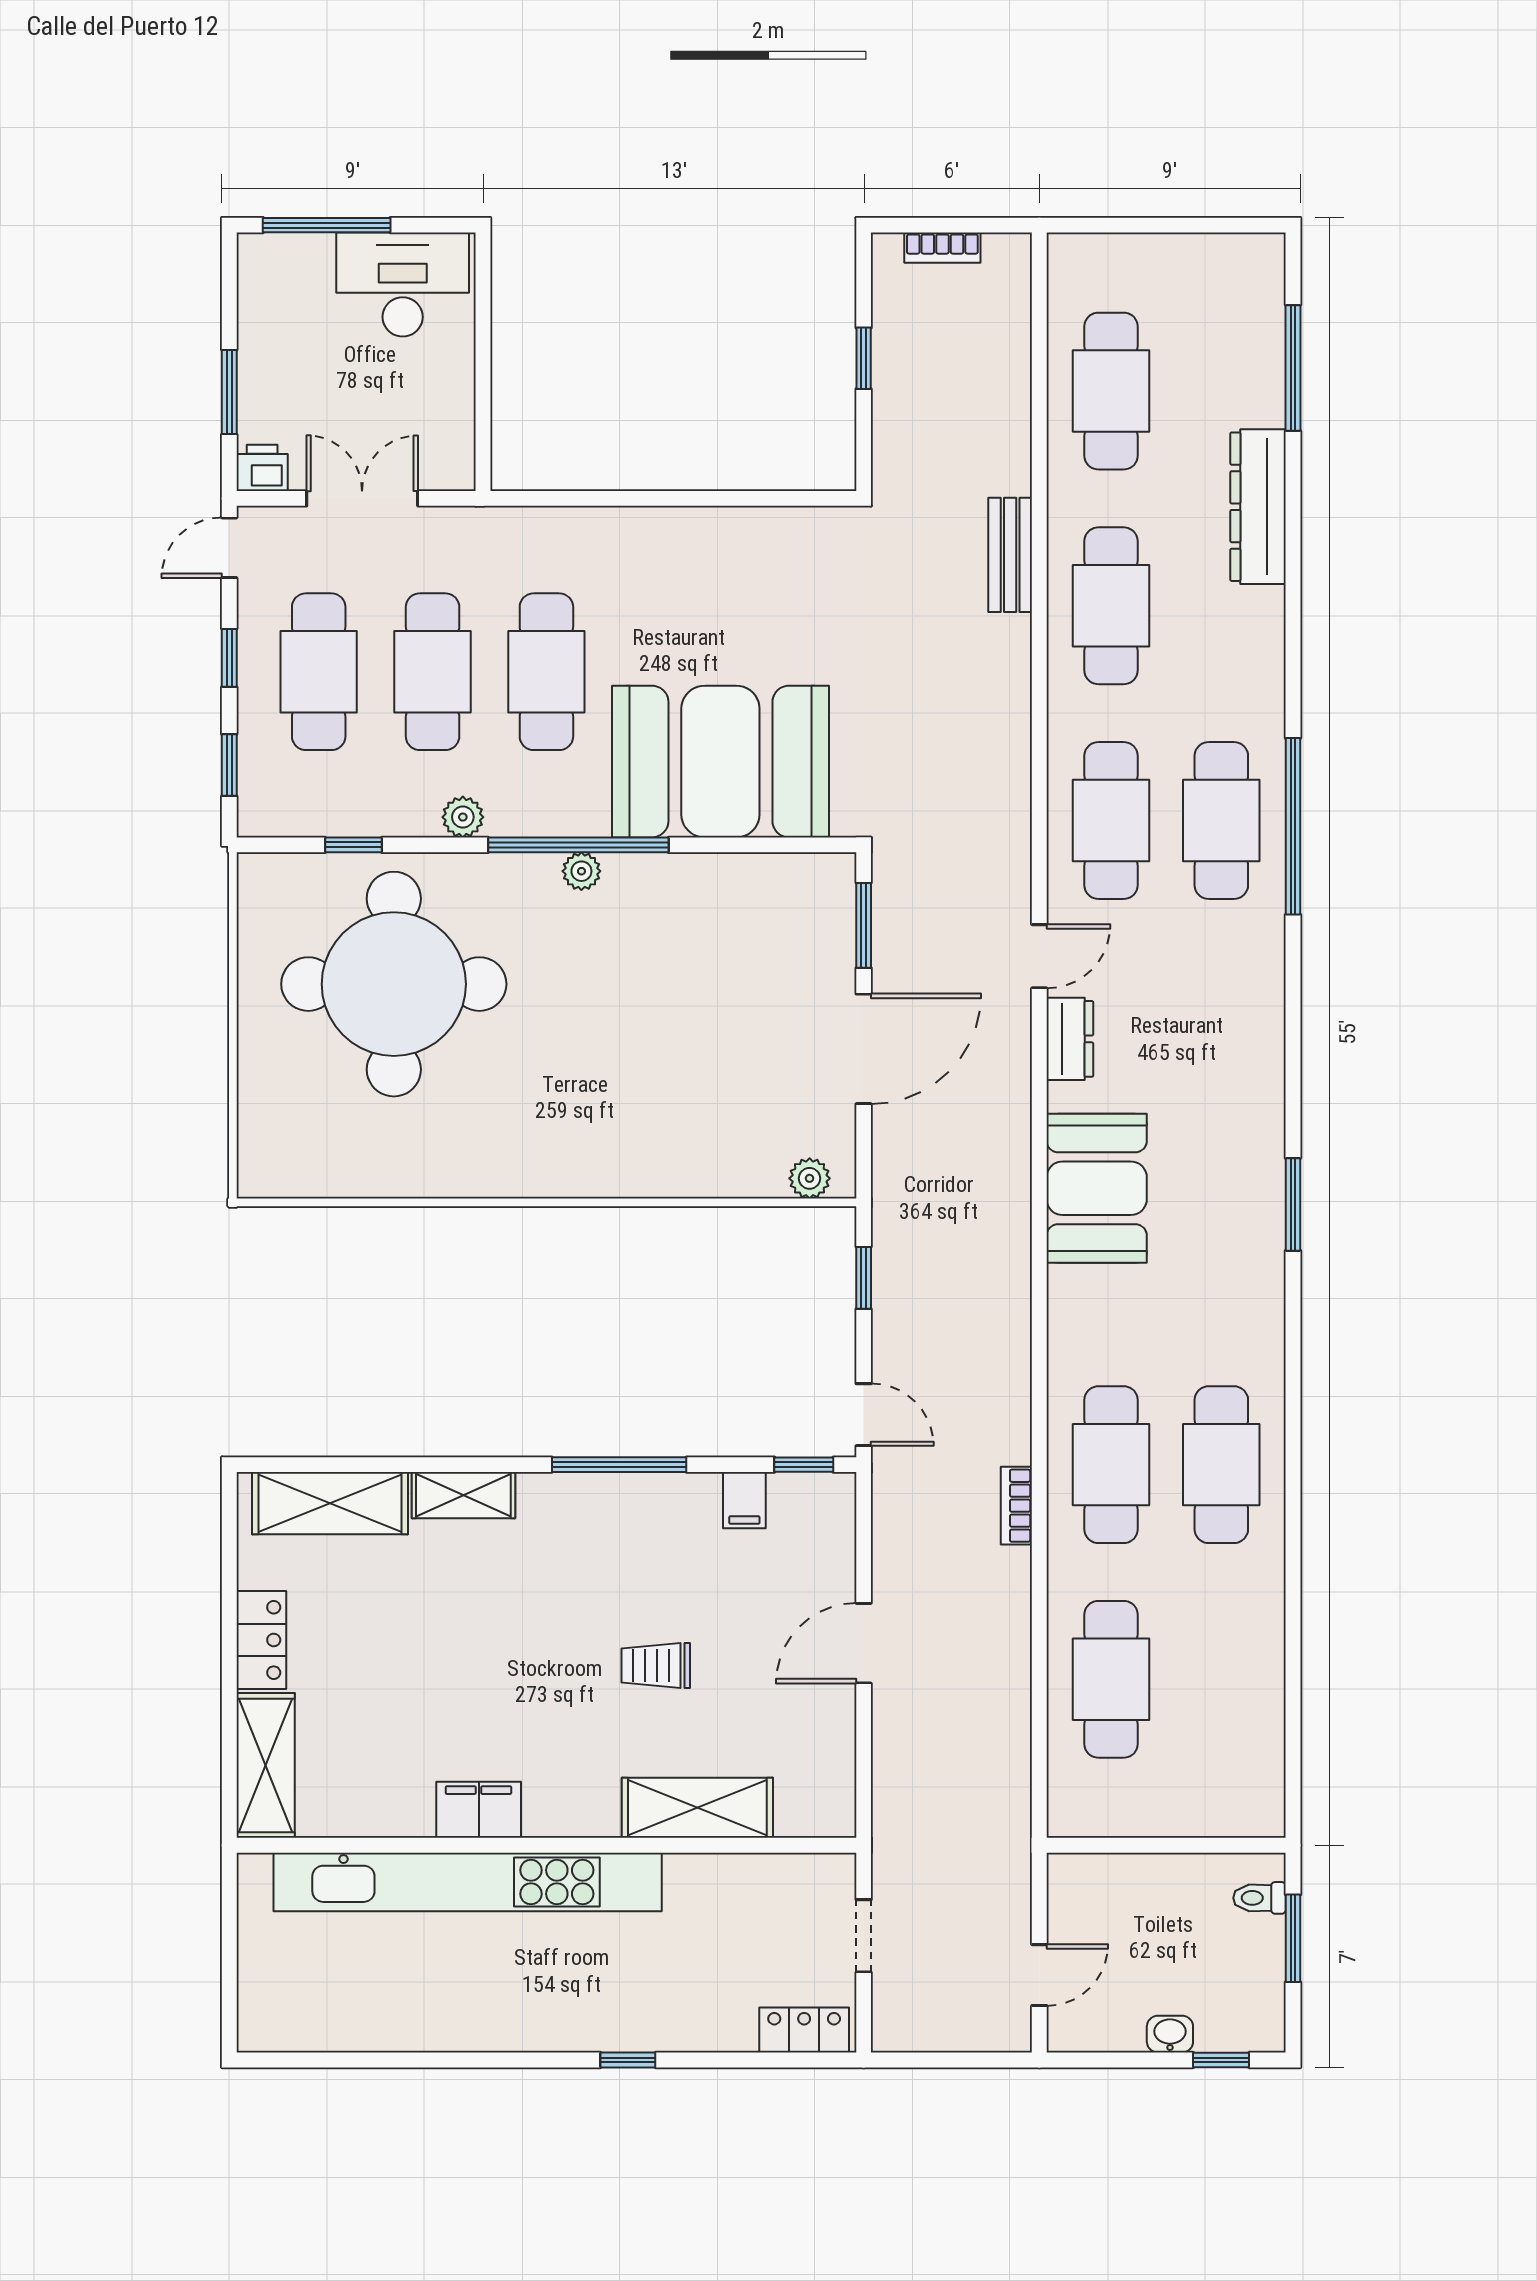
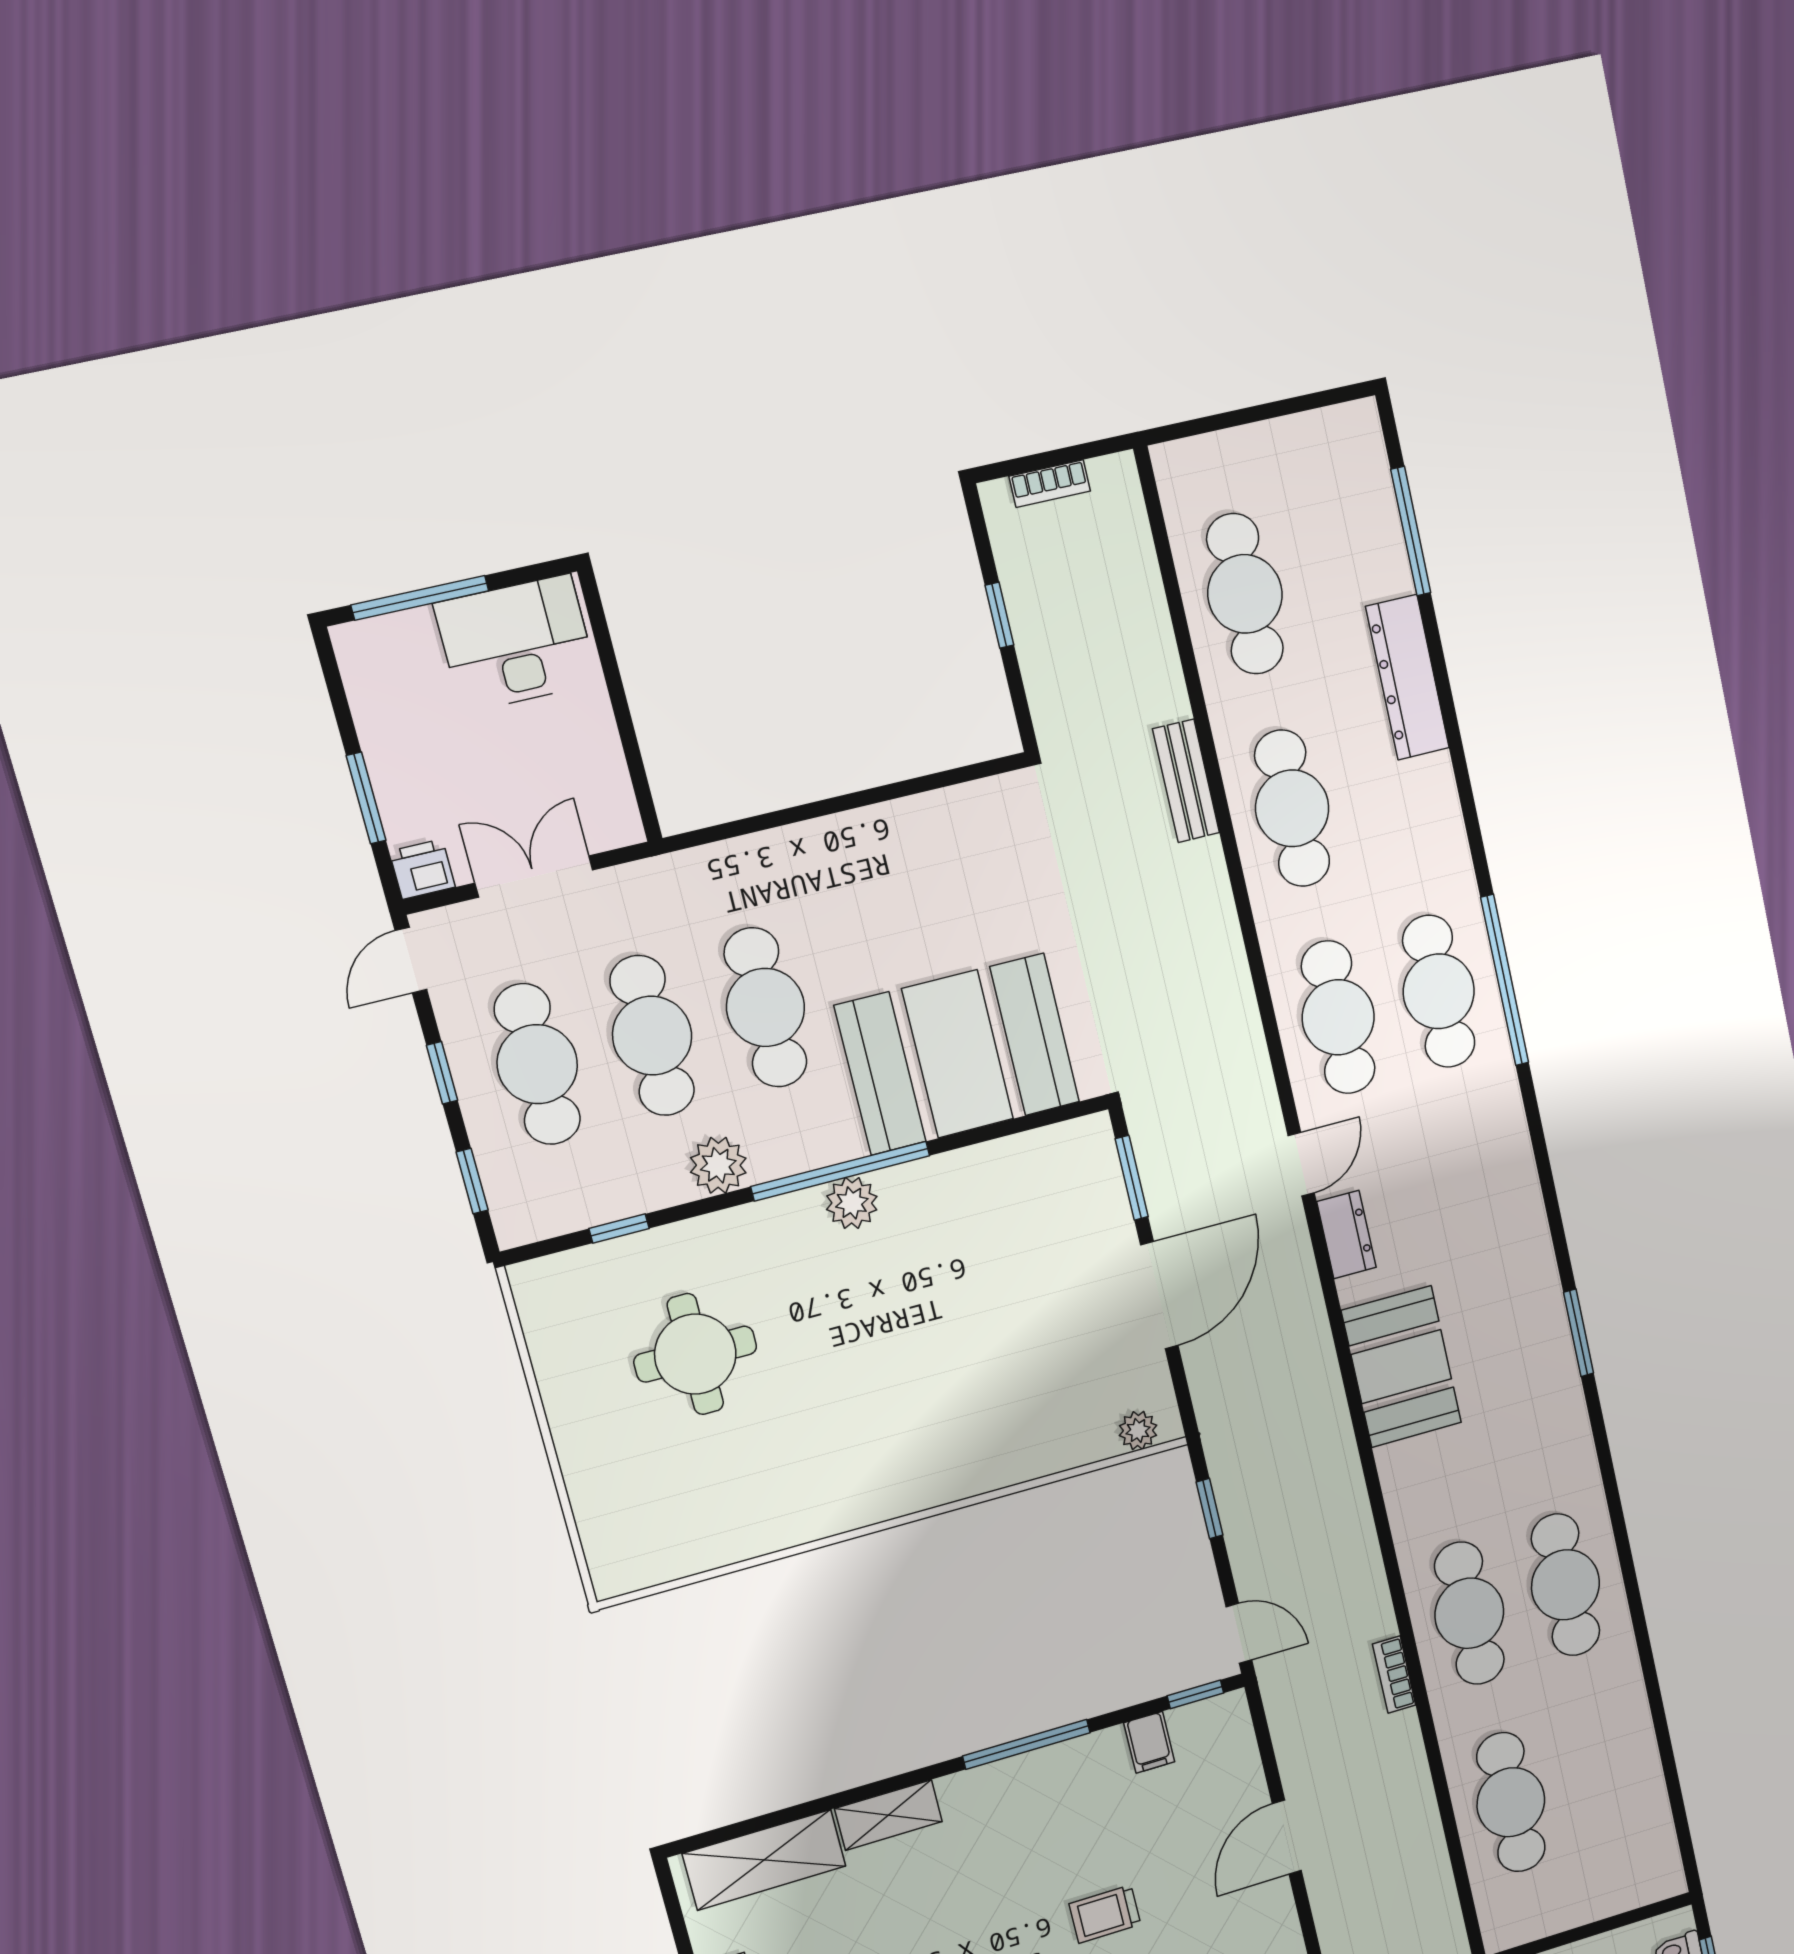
plant: (463, 817) -> (718, 1165), width x1.38, depth x1.38
plant: (581, 871) -> (852, 1203), width x1.38, depth x1.38
round table: (394, 984) -> (695, 1354), width x0.54, depth x0.54

